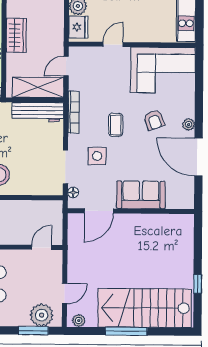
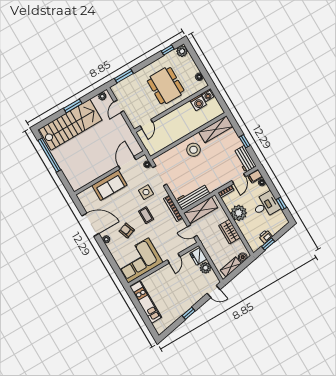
door: (66, 66) -> (192, 231), swing flipped
window: (198, 284) -> (49, 155), width x3.17
plant: (42, 315) -> (124, 87), removed
window: (126, 331) -> (73, 106), width x0.69

